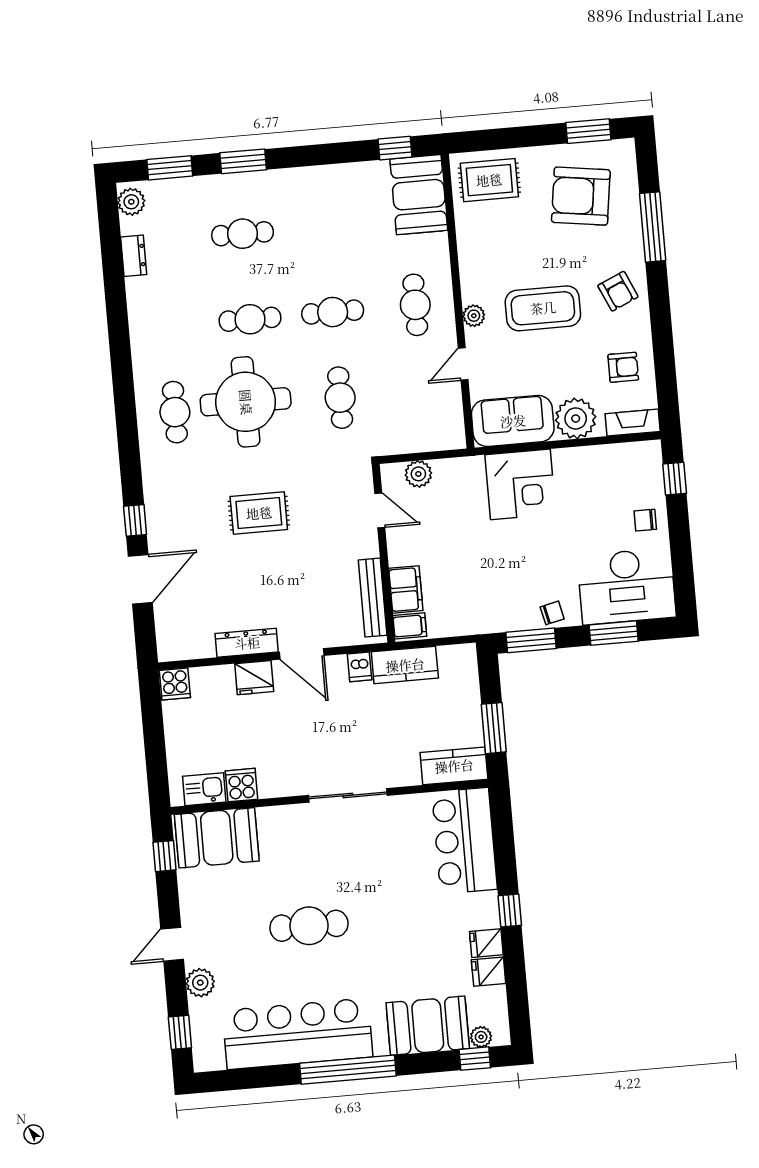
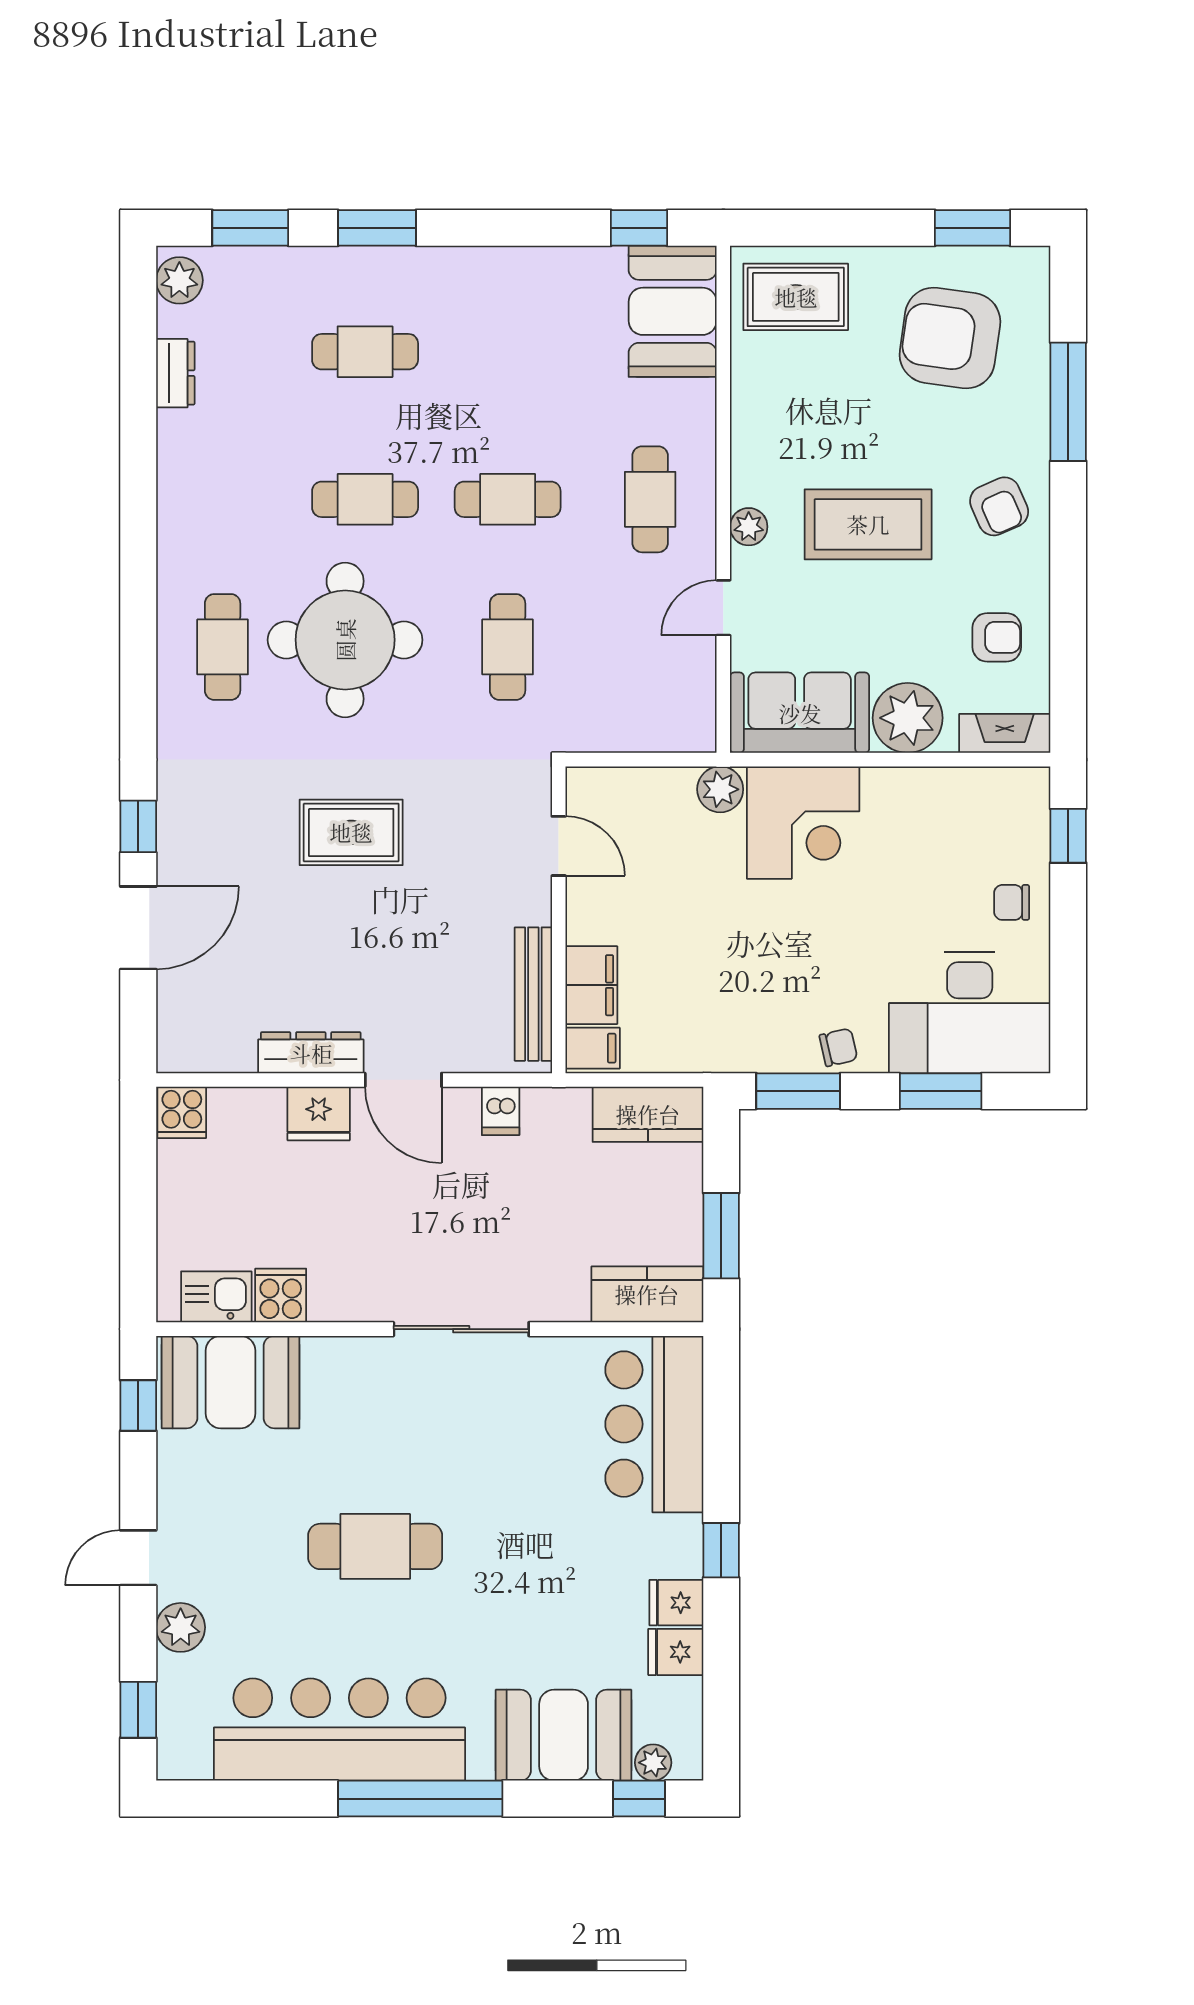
plant: (418, 474) -> (720, 789), moved
kitchen counter: (405, 665) -> (648, 1114), moved

